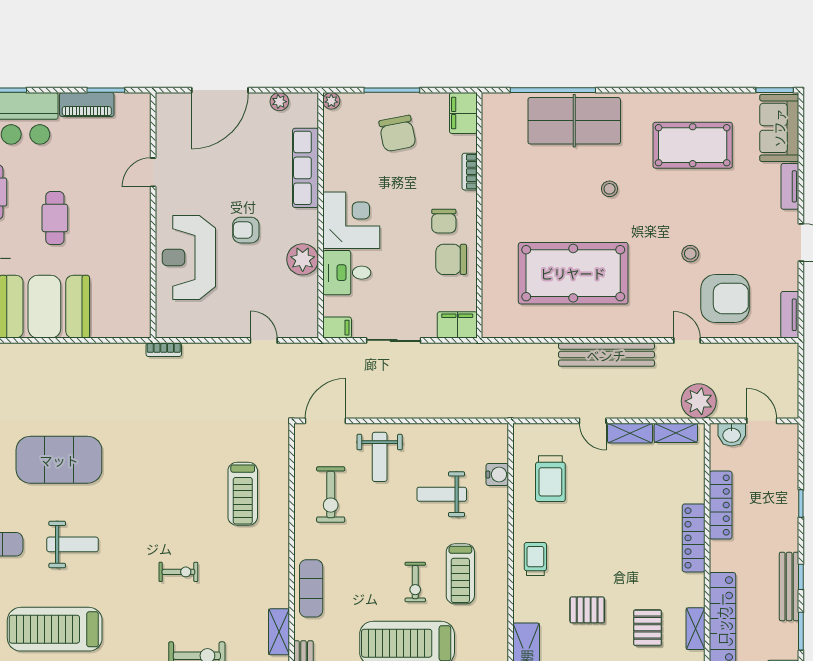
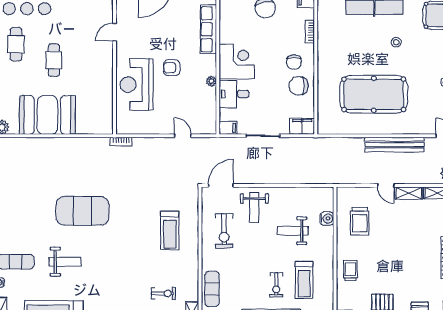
plant: (303, 259) -> (211, 81), width x0.53, depth x0.53
exercise mat: (59, 460) -> (82, 211), moved
exercise bike: (178, 572) -> (163, 293), moved

